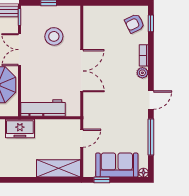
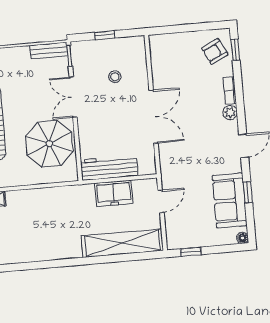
stool: (54, 36) -> (115, 77), width x0.53, depth x0.53
freezer: (20, 128) -> (114, 193), moved
window: (151, 137) -> (248, 192), width x0.46
sofa: (117, 165) -> (230, 201), moved, turned -90
shelving: (58, 168) -> (122, 243), width x1.47

